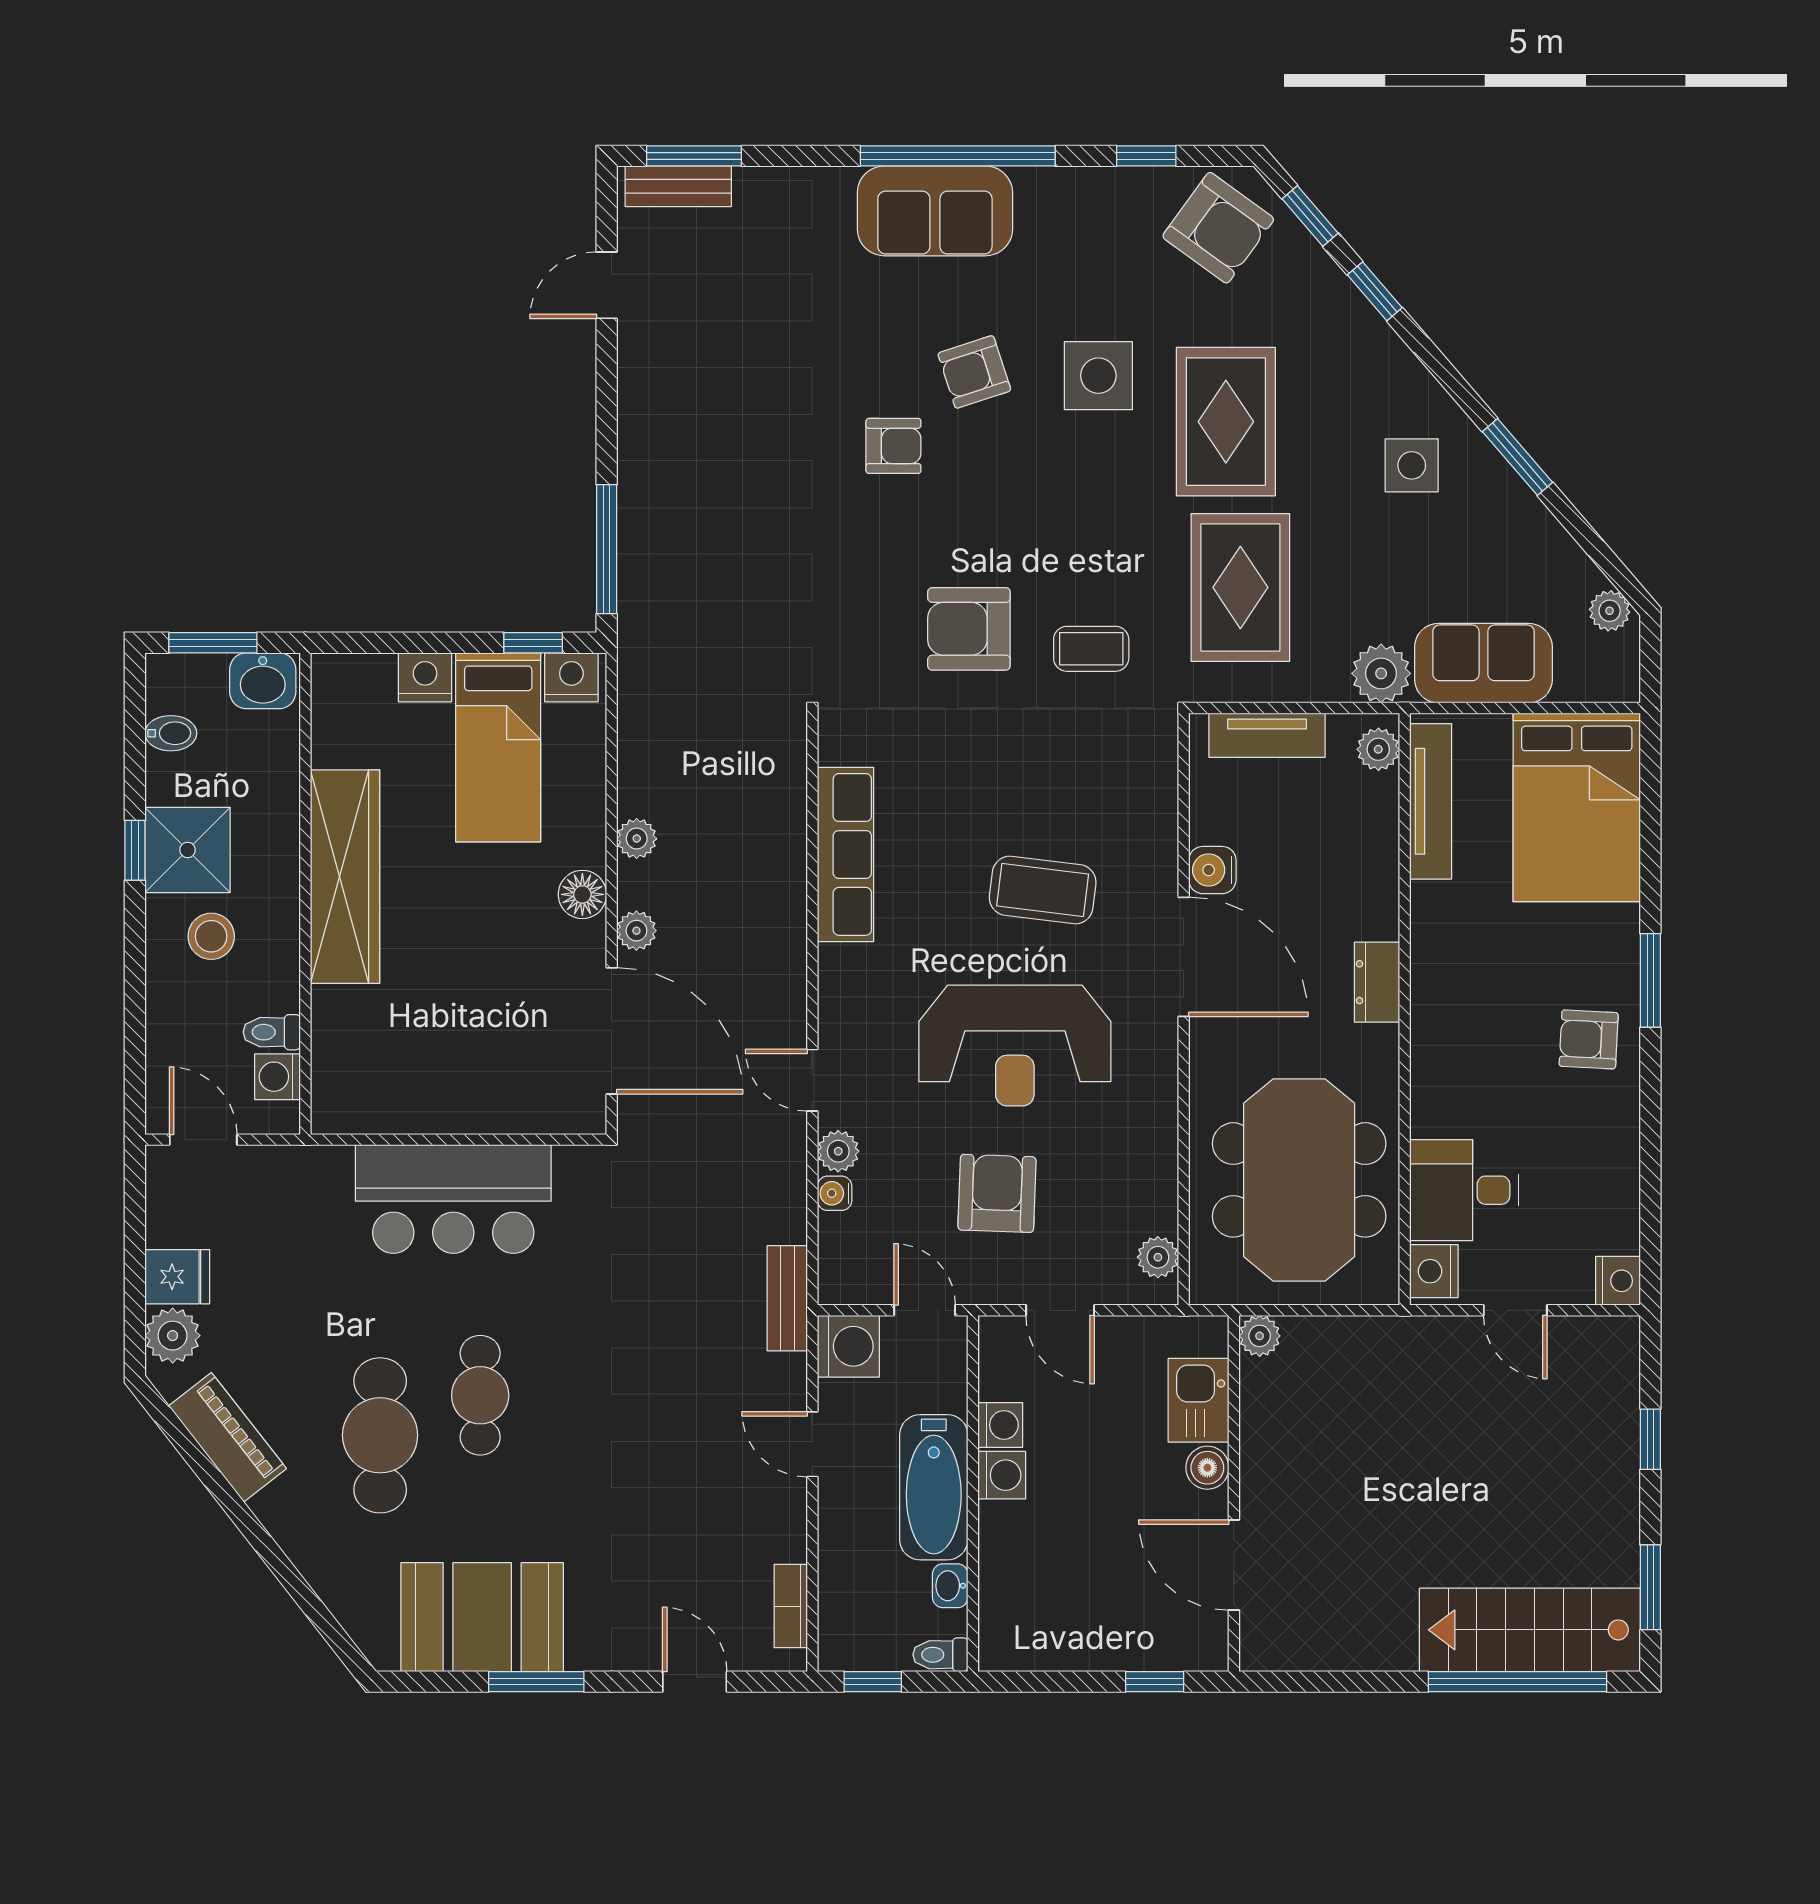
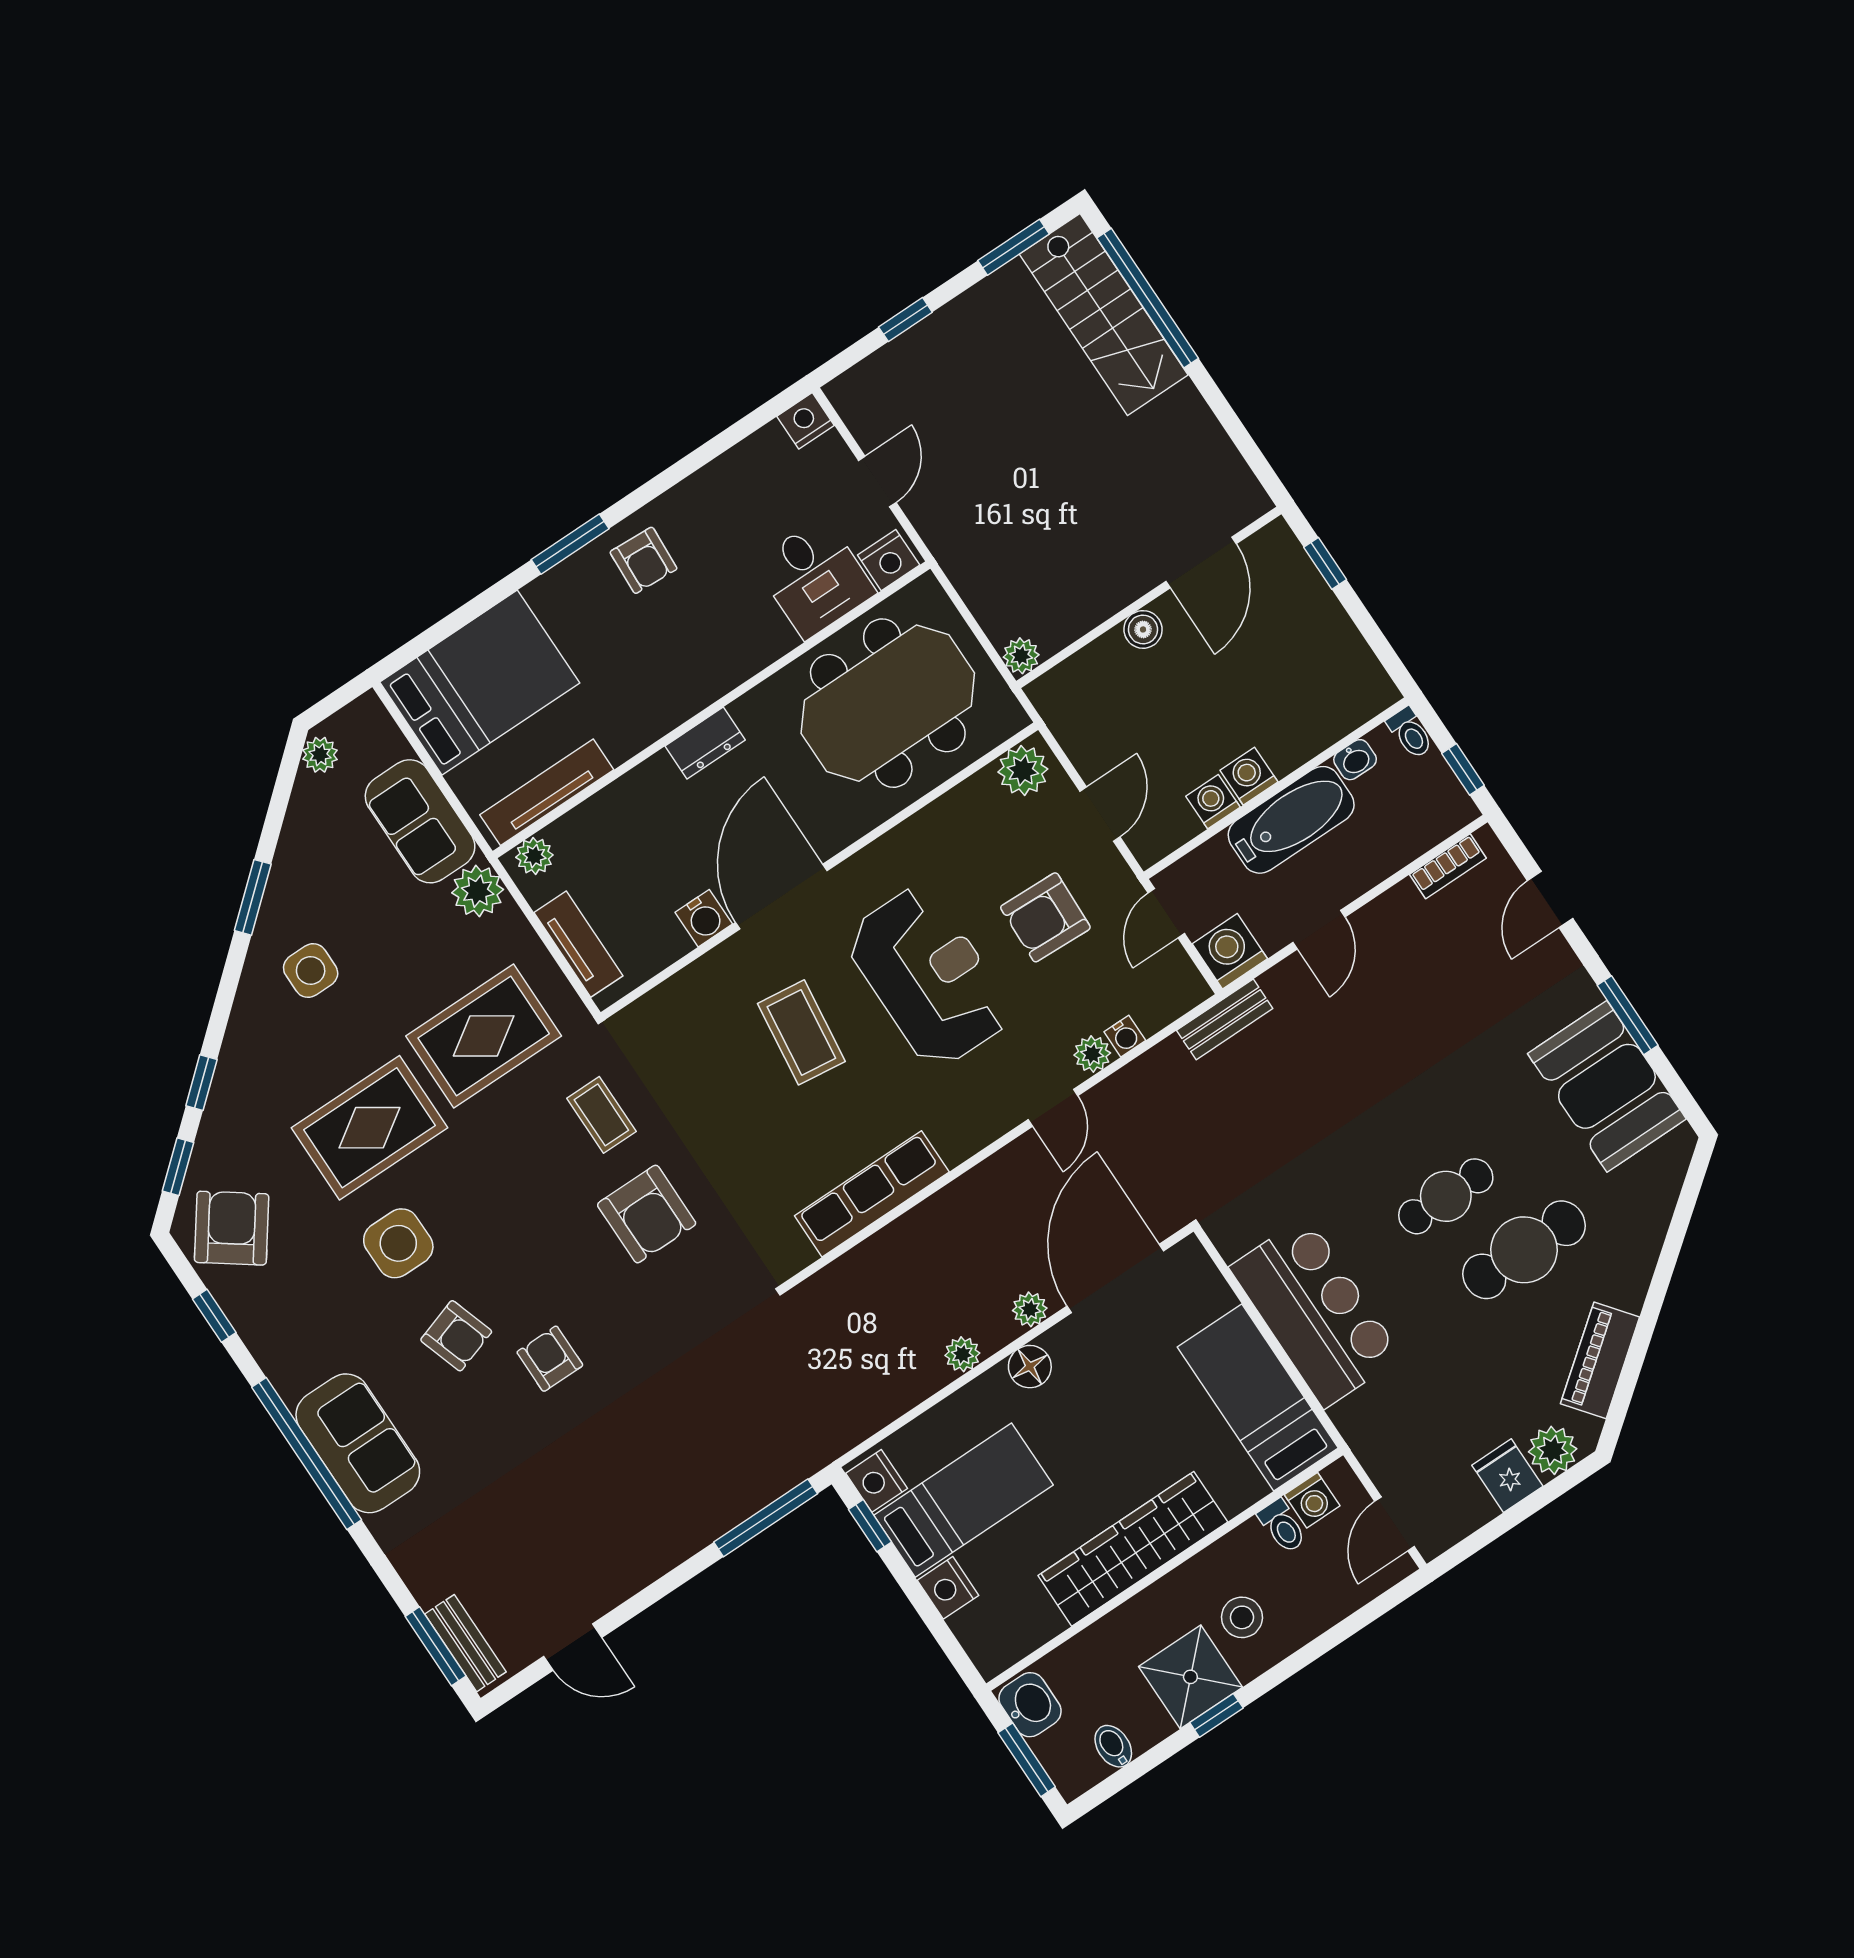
bed: (409, 1090) -> (1258, 1398), added
plant: (1158, 1257) -> (1023, 770), width x1.38, depth x1.38
kitchen sink: (1199, 1400) -> (1098, 669), removed

